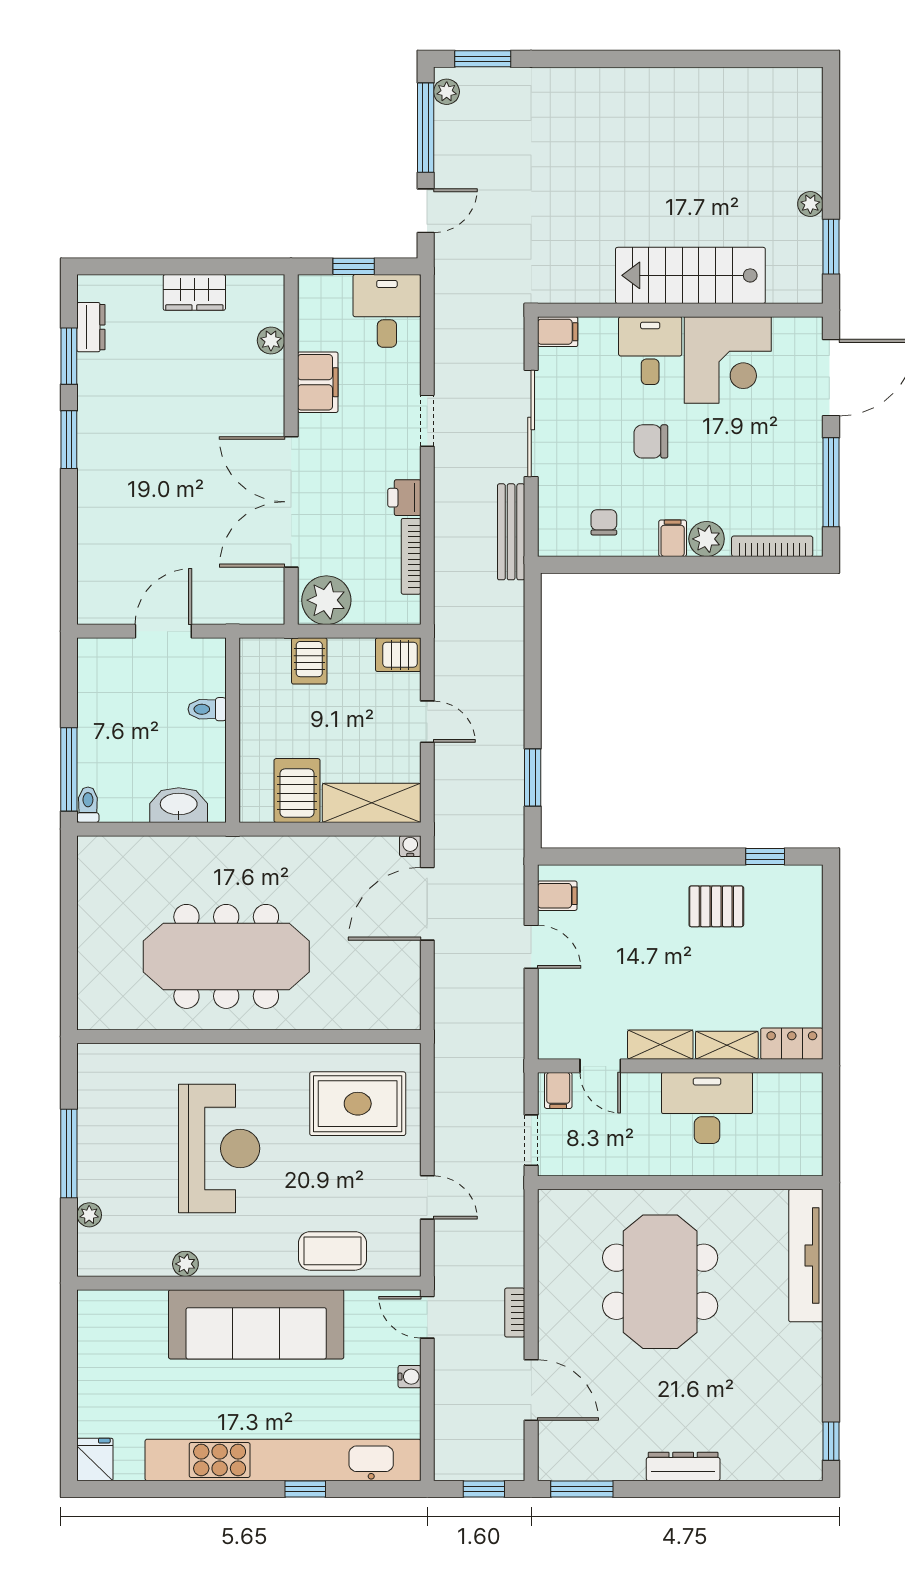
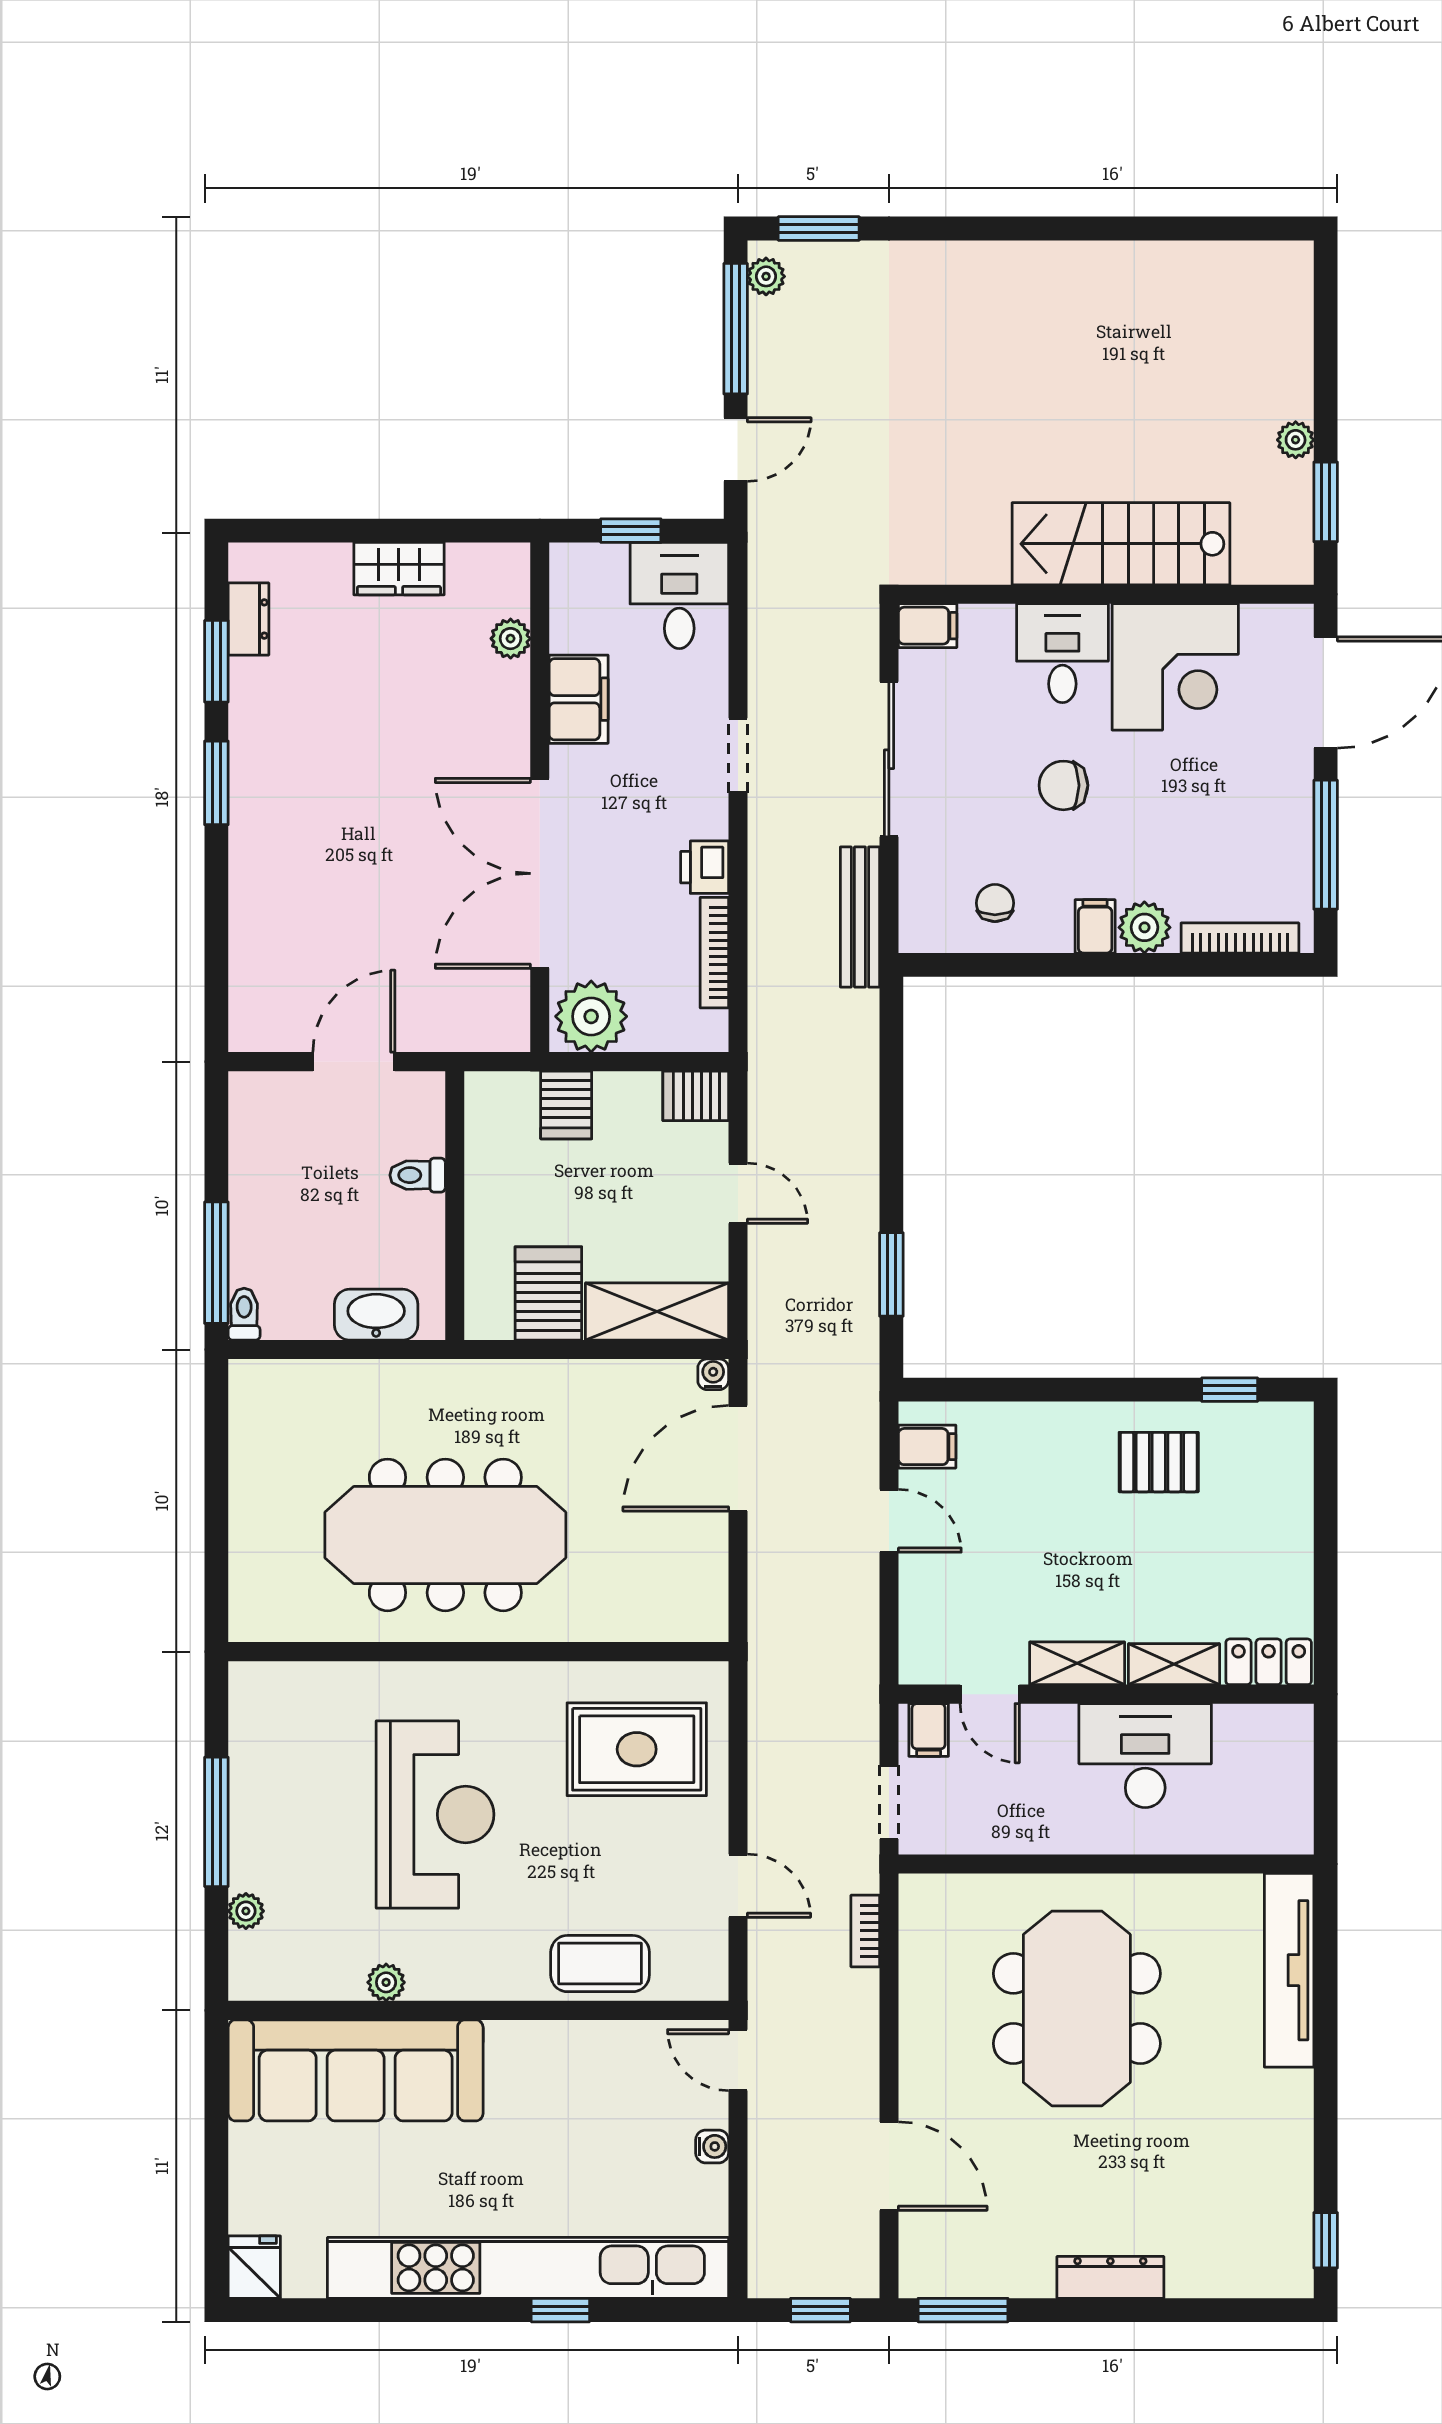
bookcase: (515, 1313) -> (865, 1931), moved
sofa: (256, 1324) -> (356, 2070), moved

